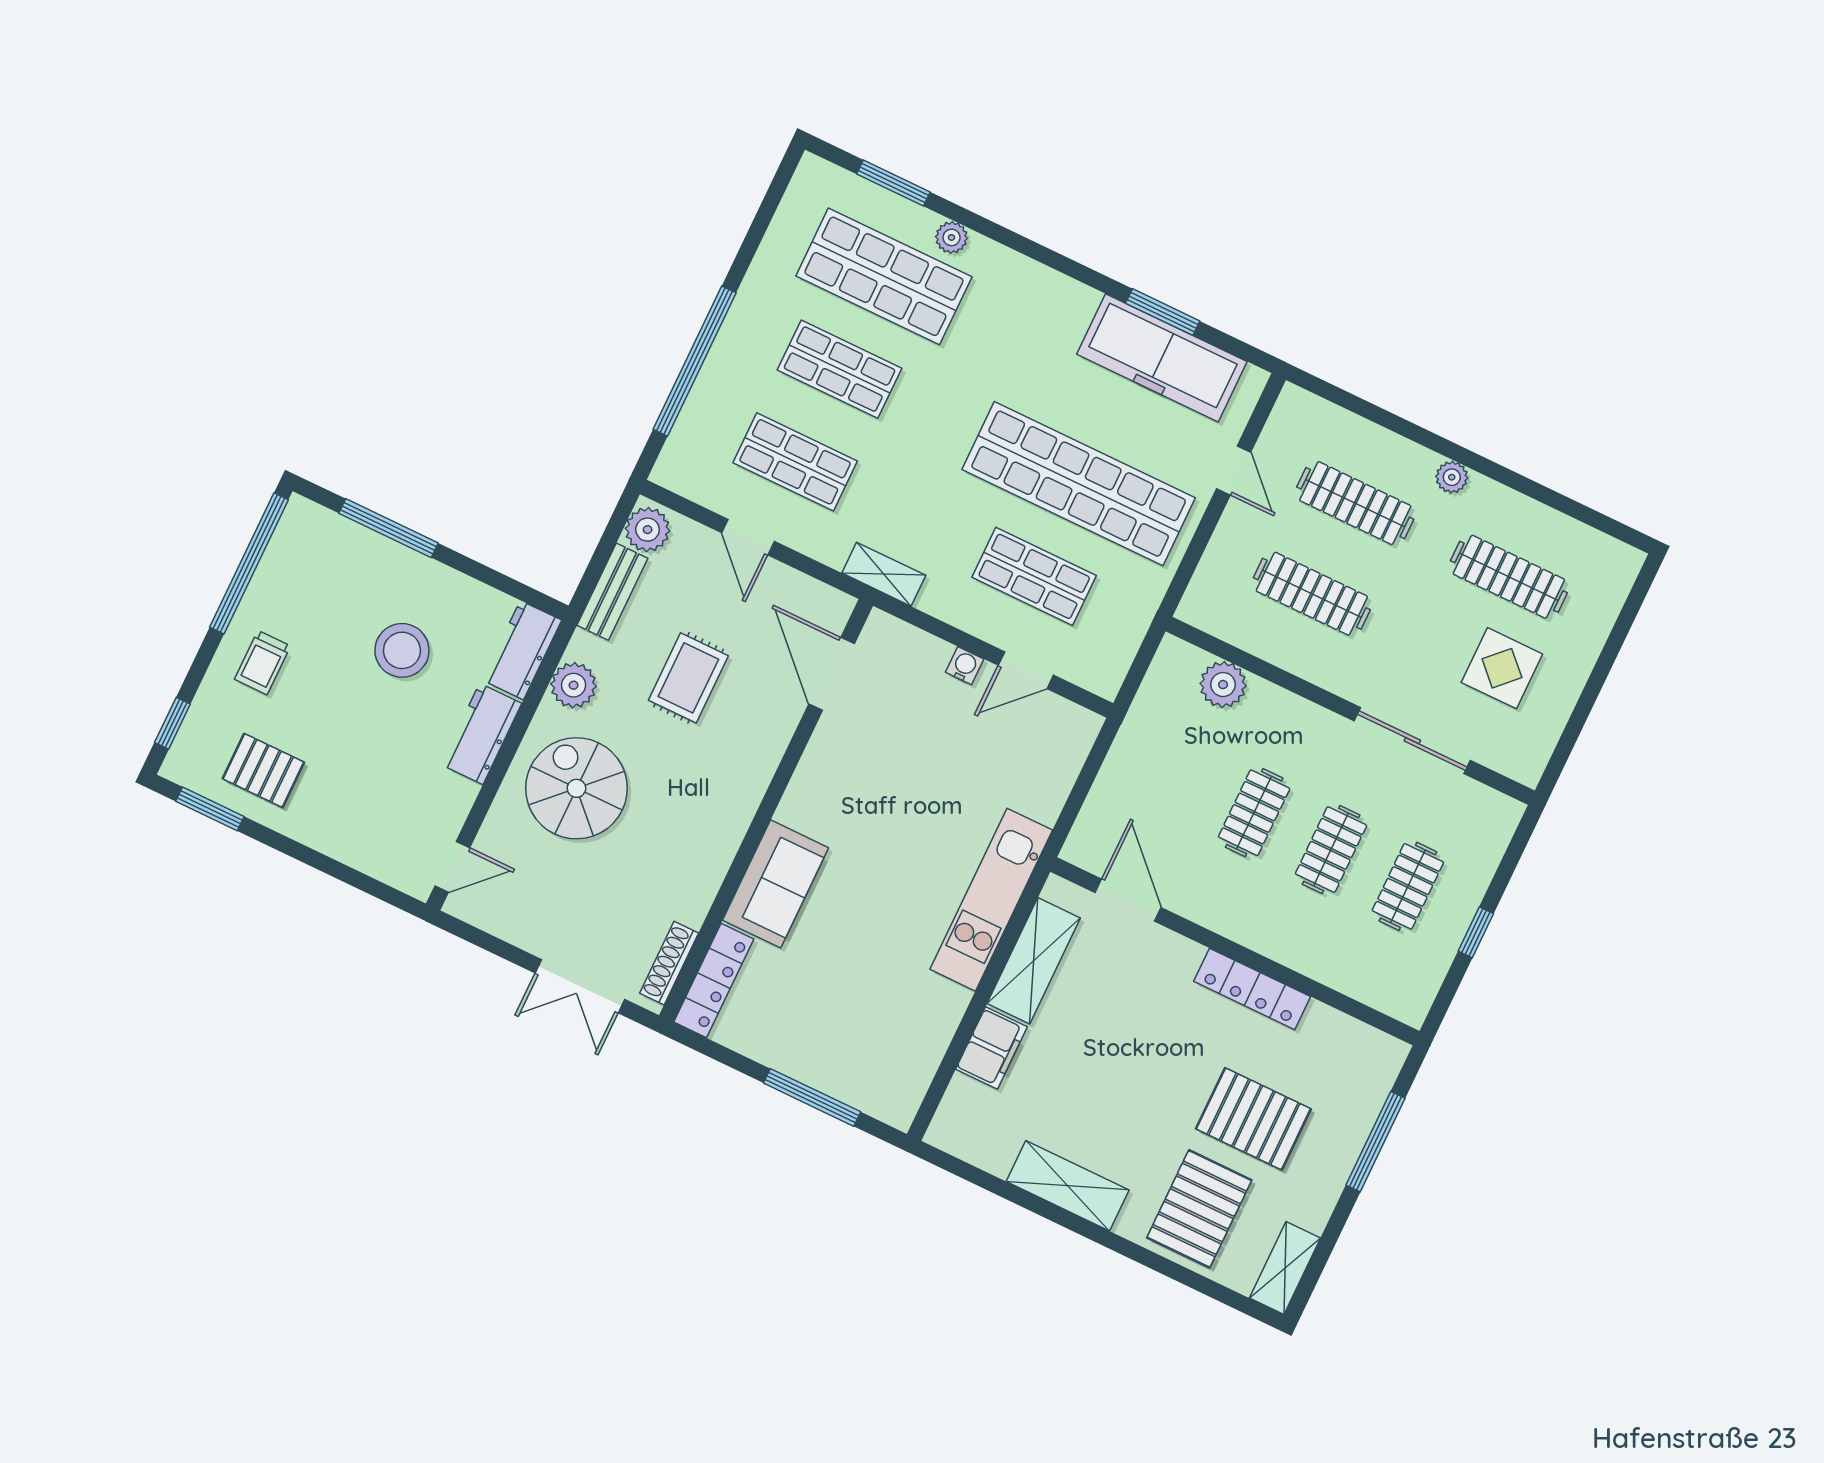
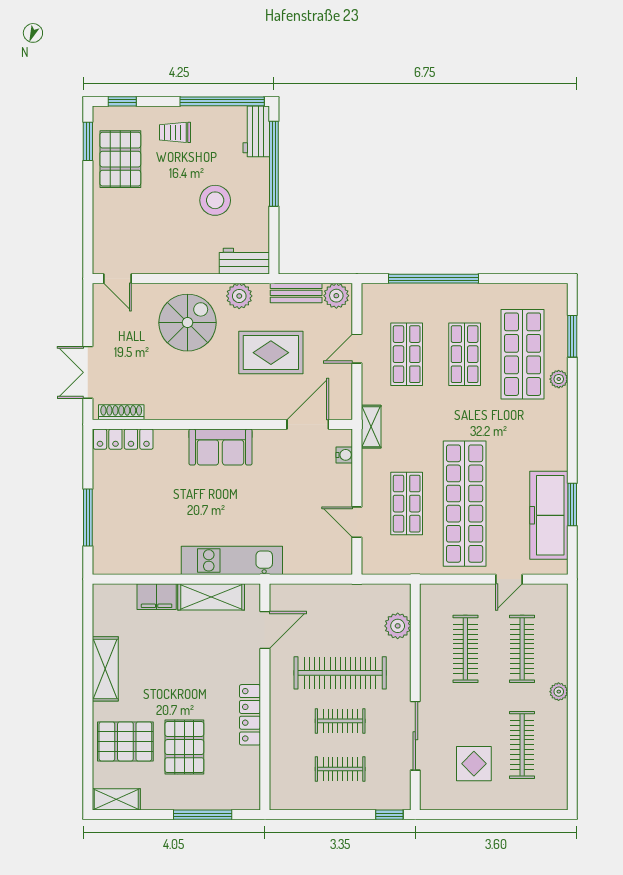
window: (388, 528) -> (274, 164), width x1.46
water cooler: (965, 666) -> (344, 455), moved
rug: (688, 678) -> (271, 353), width x1.36, depth x1.43
workbench: (481, 734) -> (256, 131), moved, turned -90
pallet: (263, 770) -> (120, 159), width x1.50, depth x1.42
clothes rail: (1254, 813) -> (340, 673), width x1.86, depth x1.31
sofa: (776, 884) -> (220, 447), moved
window: (1476, 932) -> (389, 815), moved

